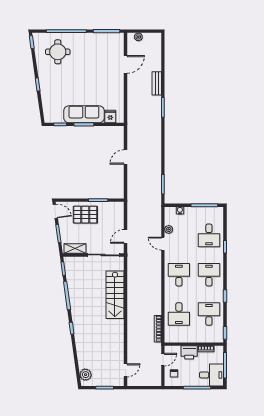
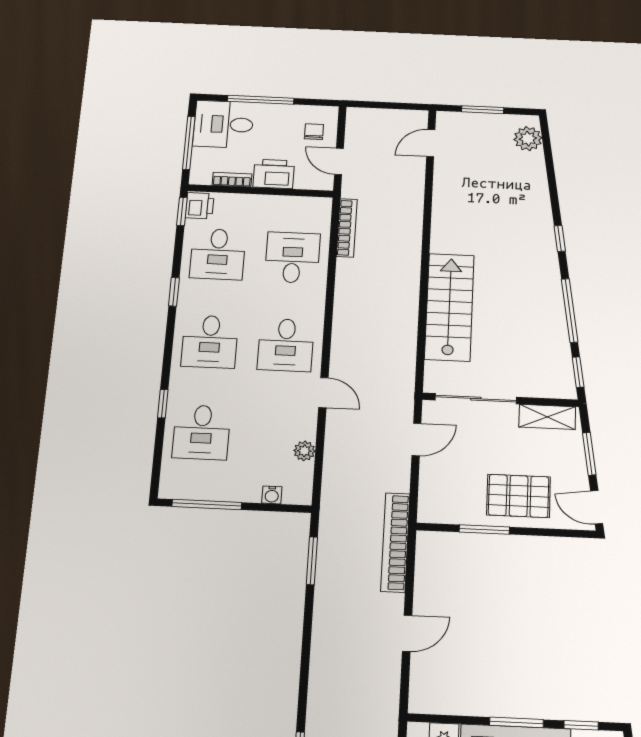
bookcase: (132, 193) -> (395, 542), added
desk: (209, 235) -> (202, 432), turned 180
door: (163, 244) -> (323, 393), moved
printer: (218, 336) -> (200, 206), added
door: (163, 360) -> (339, 161), hinge flipped

